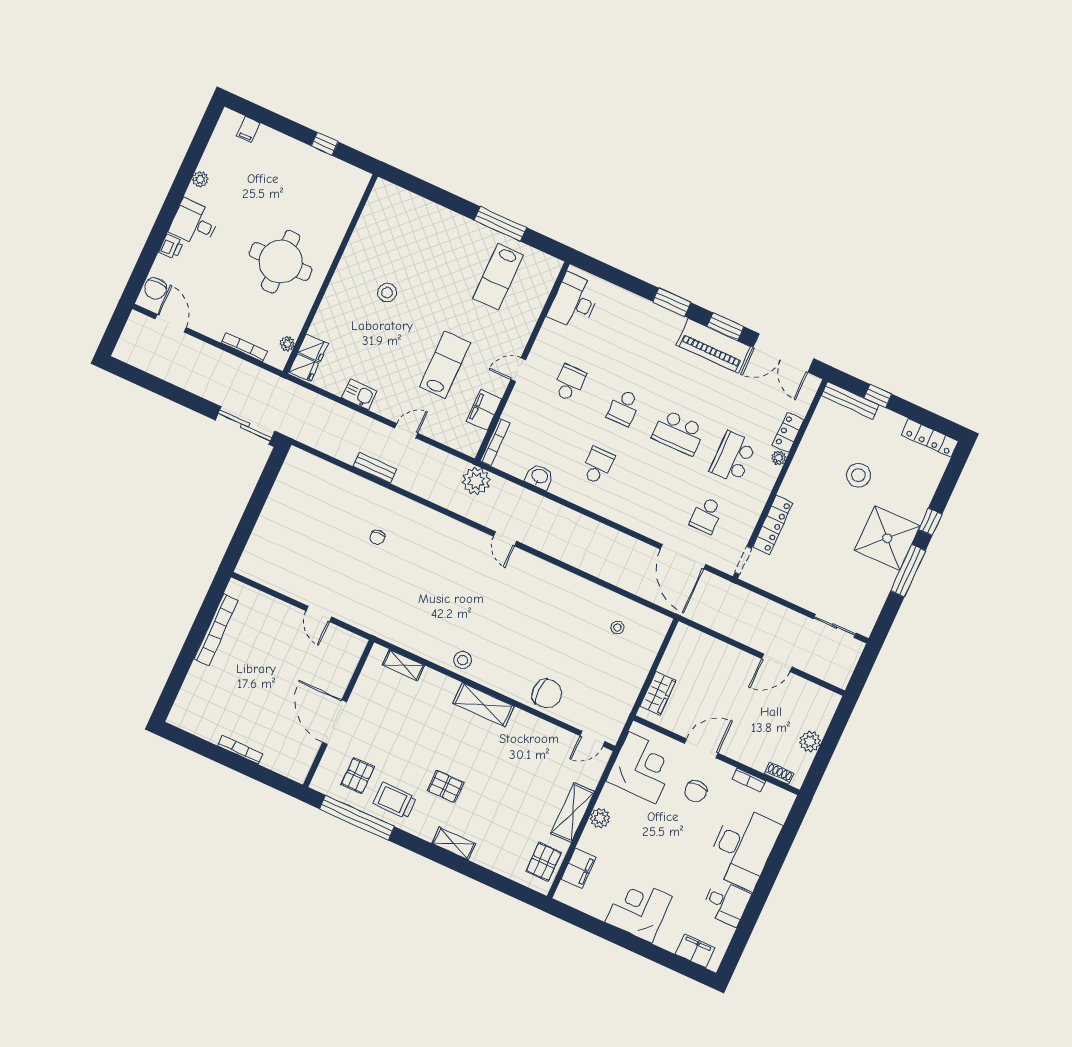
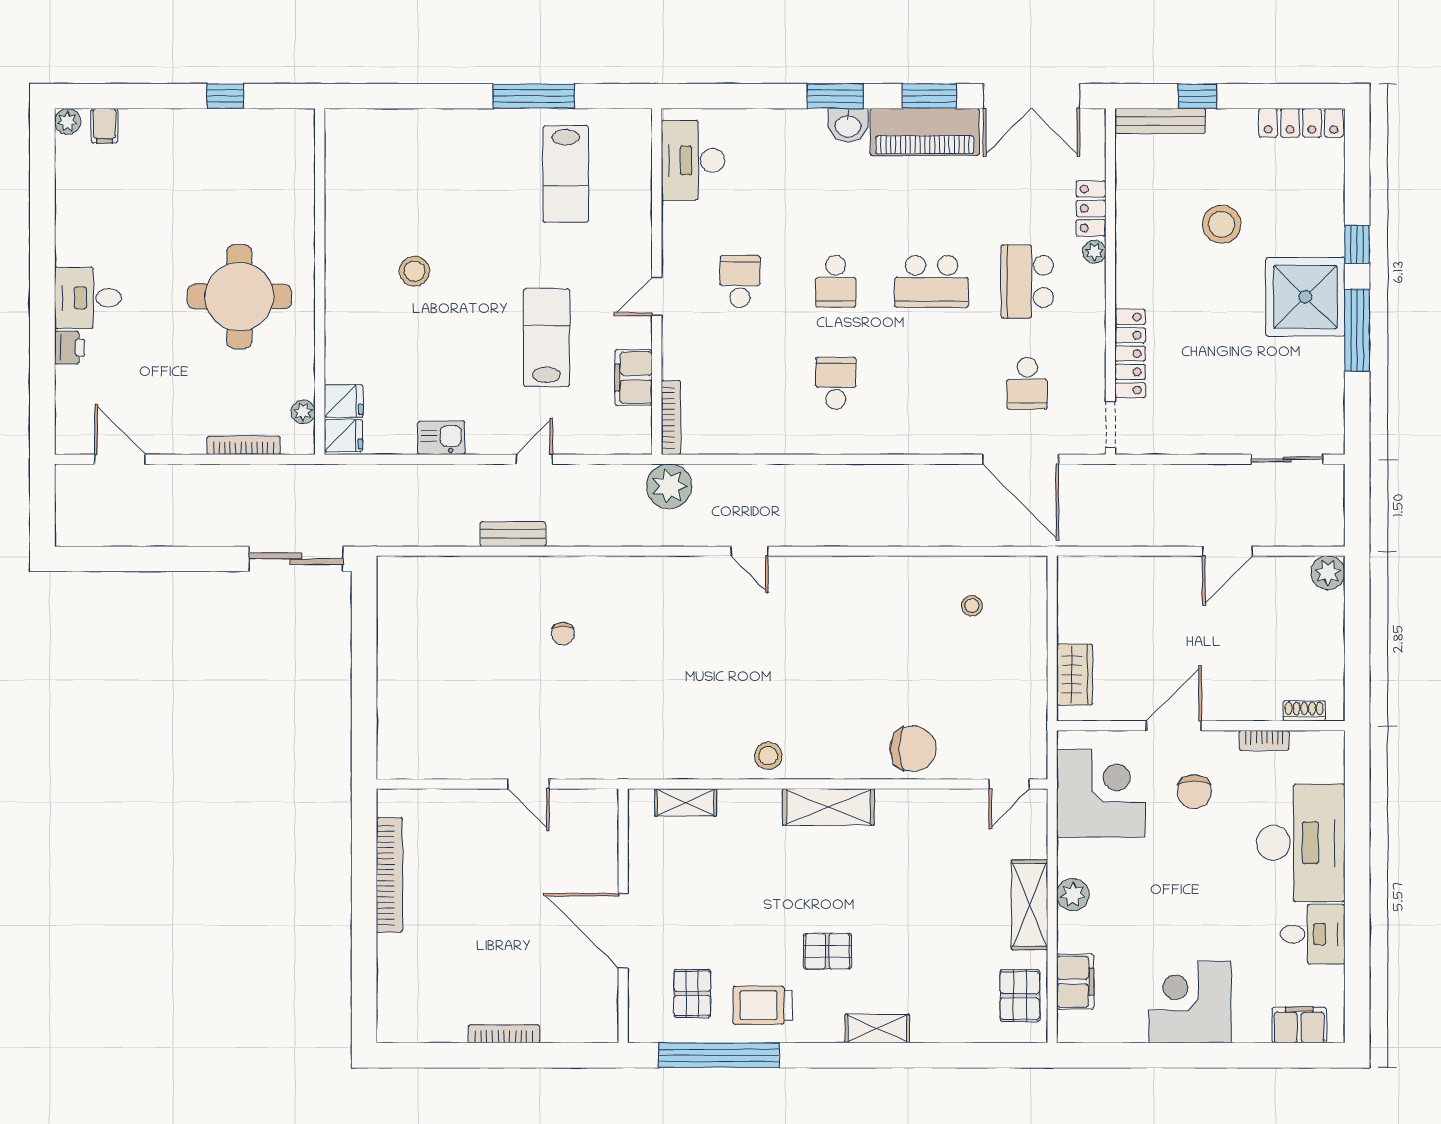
plant: (200, 179) -> (67, 121), moved
chair: (155, 289) -> (75, 419), removed
washbasin: (540, 477) -> (848, 125), moved, turned 180
plant: (810, 741) -> (1328, 573), moved

